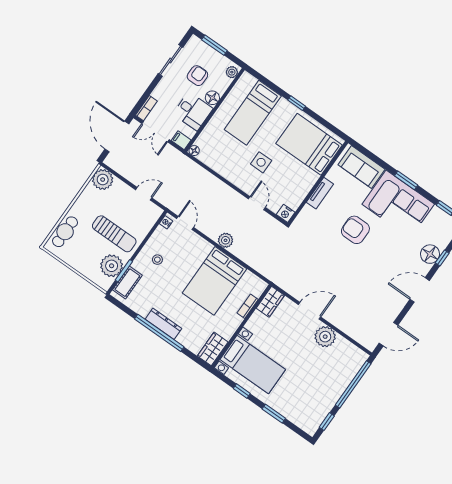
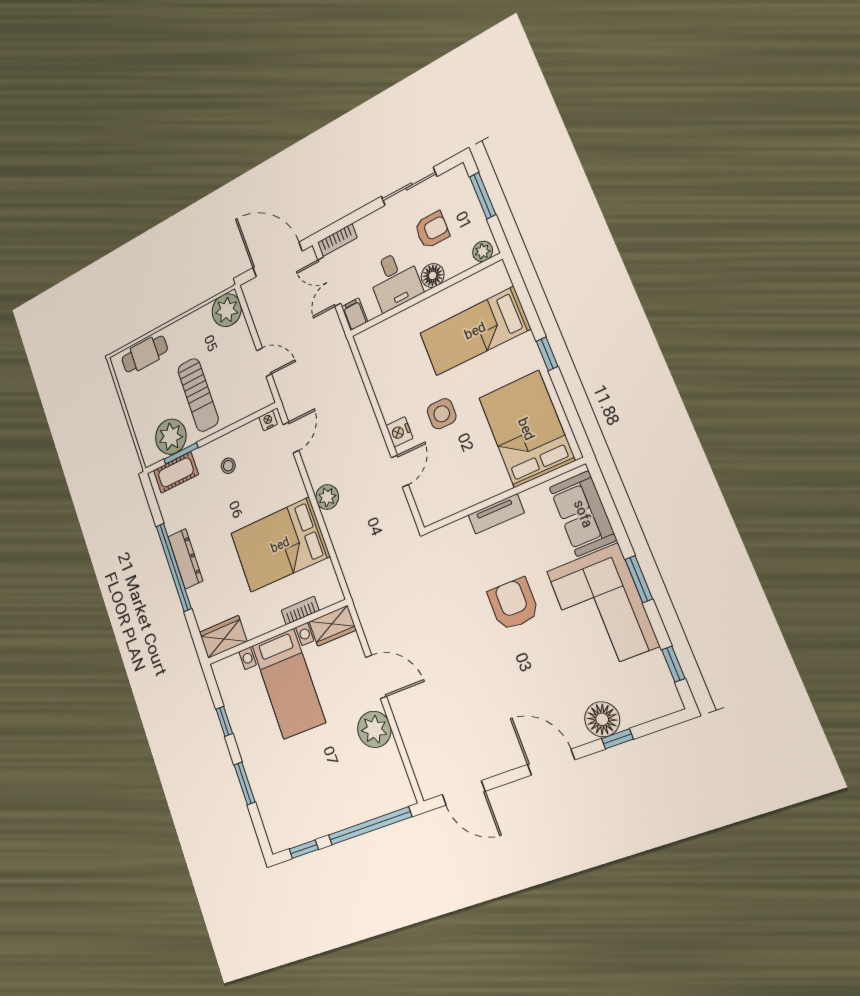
door: (117, 137) -> (278, 259), hinge flipped
floor lamp: (194, 151) -> (363, 340), removed
nightstand: (286, 213) -> (399, 432), moved
bed with nightstands: (253, 364) -> (289, 684), moved

